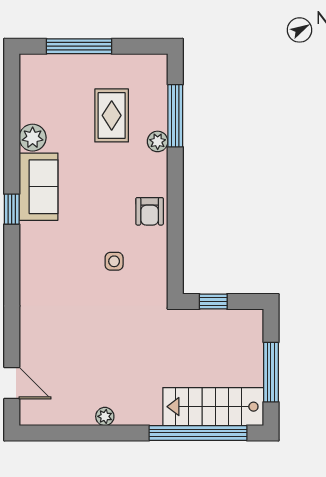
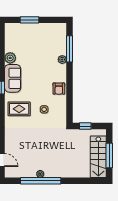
window: (79, 46) -> (29, 20), width x0.69
rug: (112, 115) -> (19, 109), moved, turned 90
stairs: (213, 407) -> (98, 157), moved, turned -90
window: (198, 433) -> (41, 181), moved

